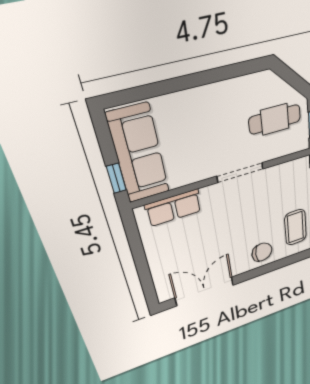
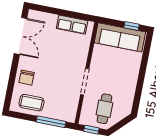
window: (116, 178) -> (132, 26), moved
row of seats: (174, 208) -> (72, 25), moved, turned -90

